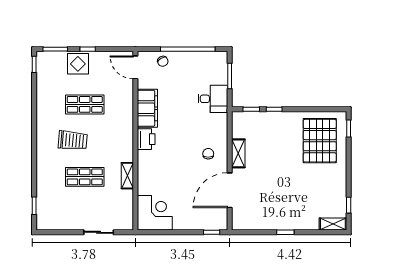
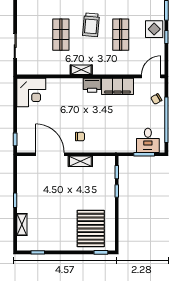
desk: (213, 99) -> (148, 140), moved
pallet: (320, 141) -> (91, 229), turned 90
shelving: (127, 176) -> (81, 70), moved
shelving: (333, 224) -> (22, 224), moved

